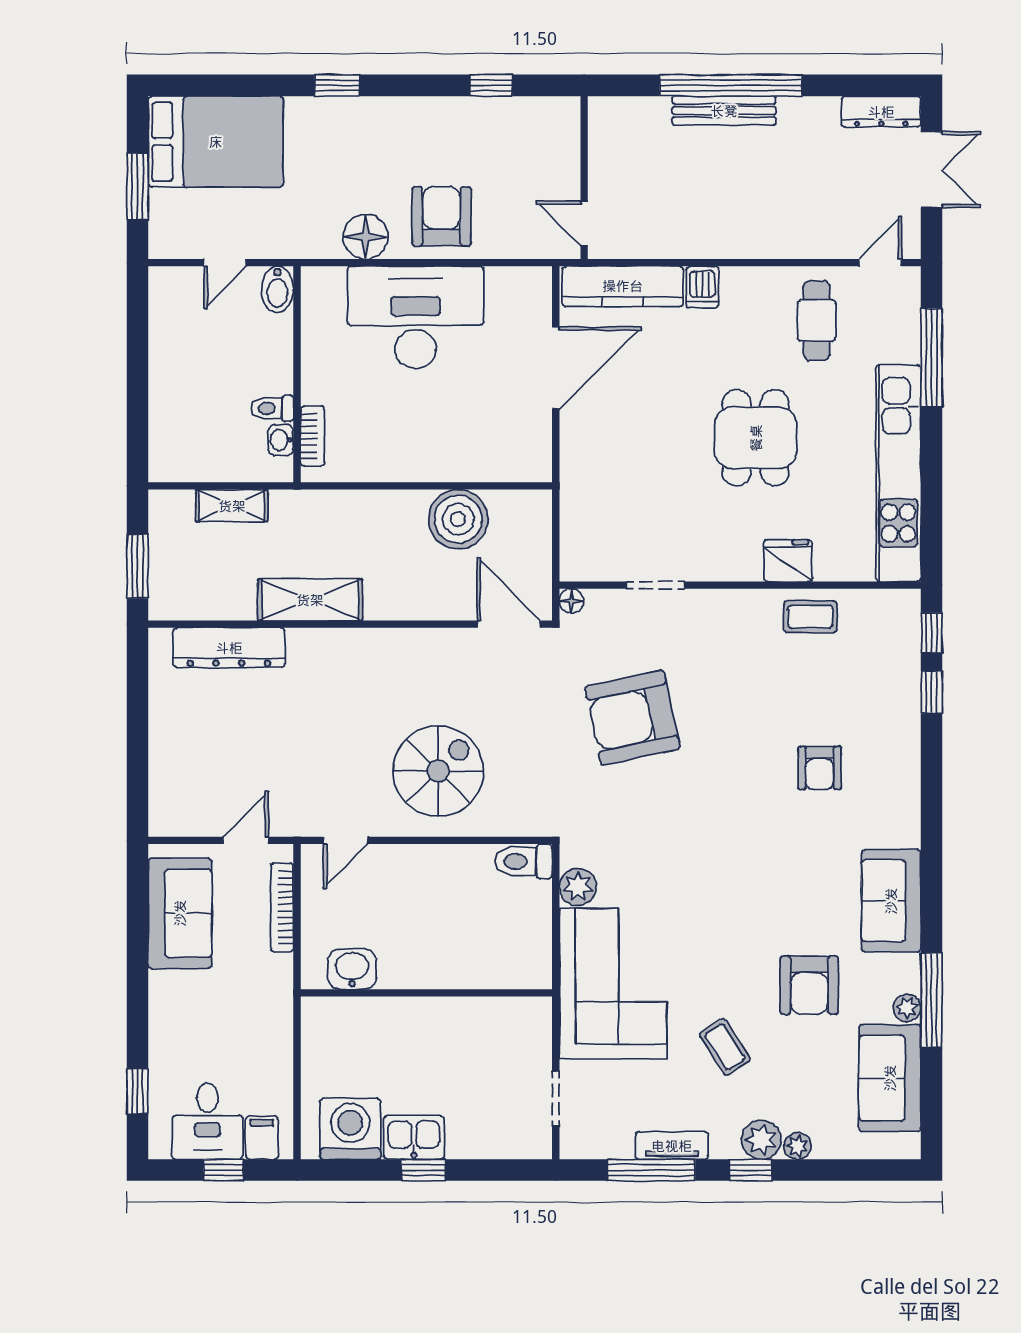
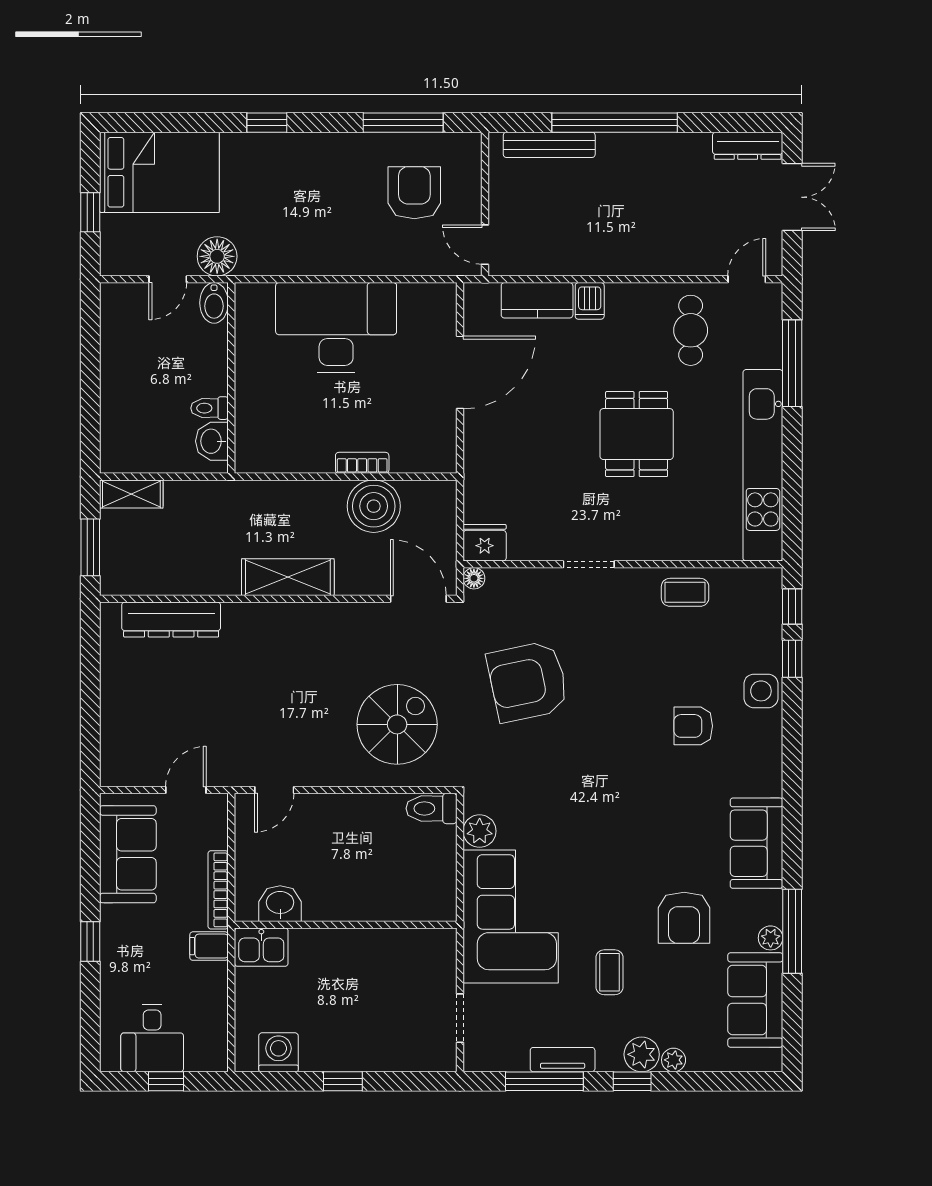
window: (491, 85) -> (403, 123), width x2.17
bench: (724, 111) -> (549, 145), moved
window: (137, 187) -> (90, 212), width x0.67
armchair: (441, 216) -> (414, 193), moved
floor lamp: (366, 237) -> (217, 256), moved
kitchen counter: (623, 286) -> (537, 300), width x0.67
bookcase: (313, 436) -> (362, 463), moved, turned -90
washbasin: (281, 440) -> (212, 441), width x1.38, depth x1.45
shelving: (232, 506) -> (131, 494), moved
fridge: (788, 561) -> (485, 543), moved
doorway: (656, 585) -> (589, 564), moved
shelving: (310, 600) -> (288, 577), moved
side table: (896, 728) -> (761, 691), added
armchair: (820, 768) -> (693, 726), turned 90
spiral stairs: (438, 771) -> (397, 724), moved
bookcase: (282, 908) -> (218, 890), moved
coffee table: (725, 1047) -> (609, 972), turned 33
window: (137, 1091) -> (90, 941), moved
washing machine: (350, 1129) -> (279, 1052), width x0.73, depth x0.73
filing cabinet: (262, 1138) -> (209, 946), moved, turned -90
kitchen sink: (414, 1138) -> (261, 947), moved, turned 180

